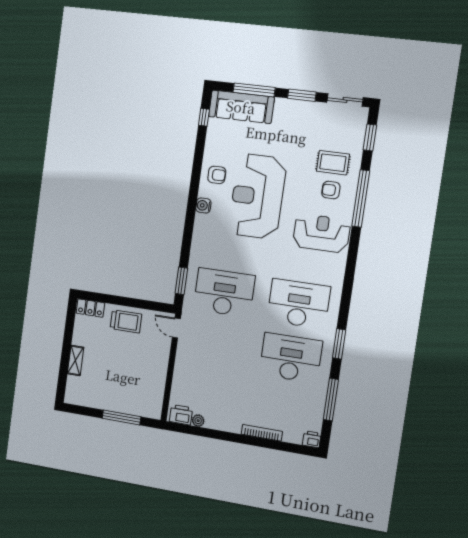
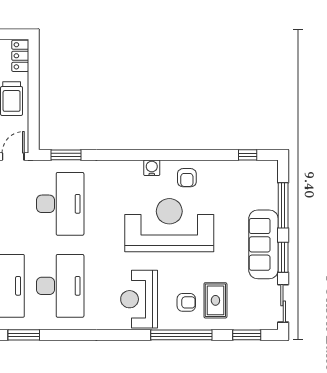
sofa: (241, 107) -> (263, 244), moved
armchair: (331, 190) -> (186, 302), turned 90
reception desk: (321, 233) -> (139, 299), turned 180

